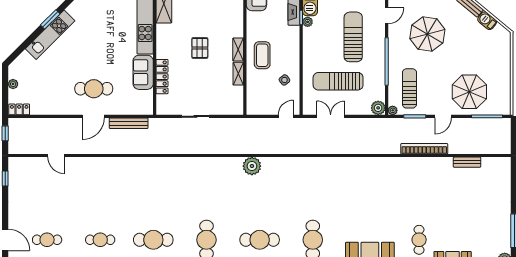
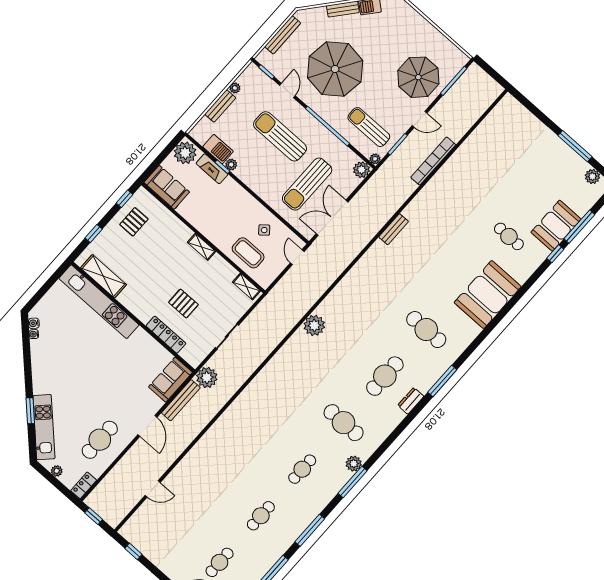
window: (50, 19) -> (30, 411), moved
parasol: (427, 34) -> (335, 69), width x1.36, depth x1.36
kitchen unit: (50, 35) -> (44, 427), moved
pallet: (200, 48) -> (183, 304), moved
coffee table: (262, 55) -> (248, 253), moved
sofa: (143, 72) -> (171, 380), moved, turned 90
shelving: (238, 74) -> (246, 287), moved
cafe table: (94, 89) -> (100, 440), moved
double door: (331, 116) -> (332, 218), width x1.37
door: (443, 116) -> (420, 119), hinge flipped
plant: (158, 127) -> (207, 377), added
bench: (467, 162) -> (394, 229), moved
cafe table: (153, 240) -> (302, 469), width x0.73, depth x0.74

